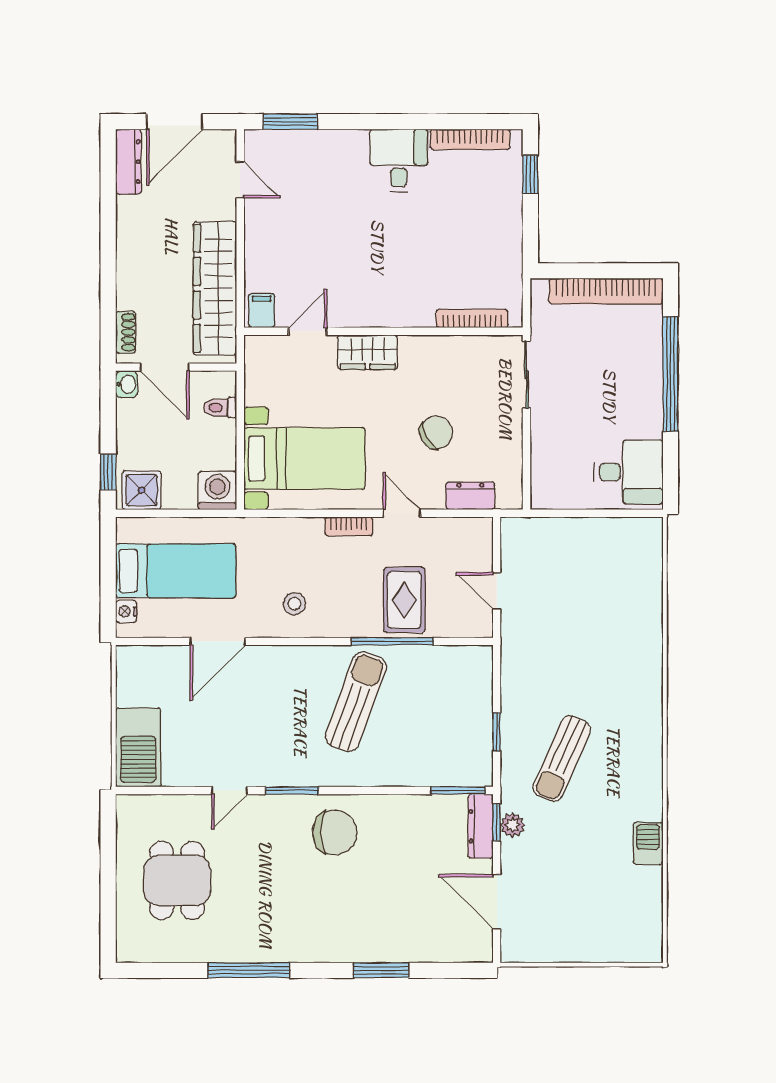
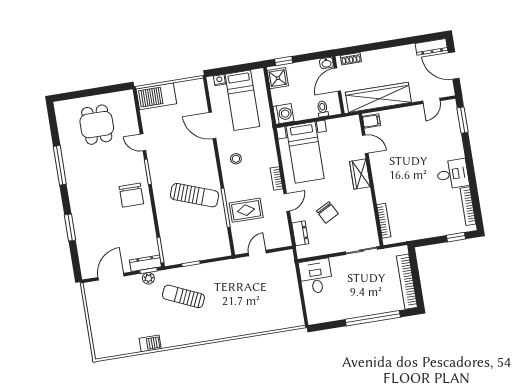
desk: (629, 472) -> (316, 276), moved, turned 180
dining table: (177, 880) -> (97, 125), turned 90

